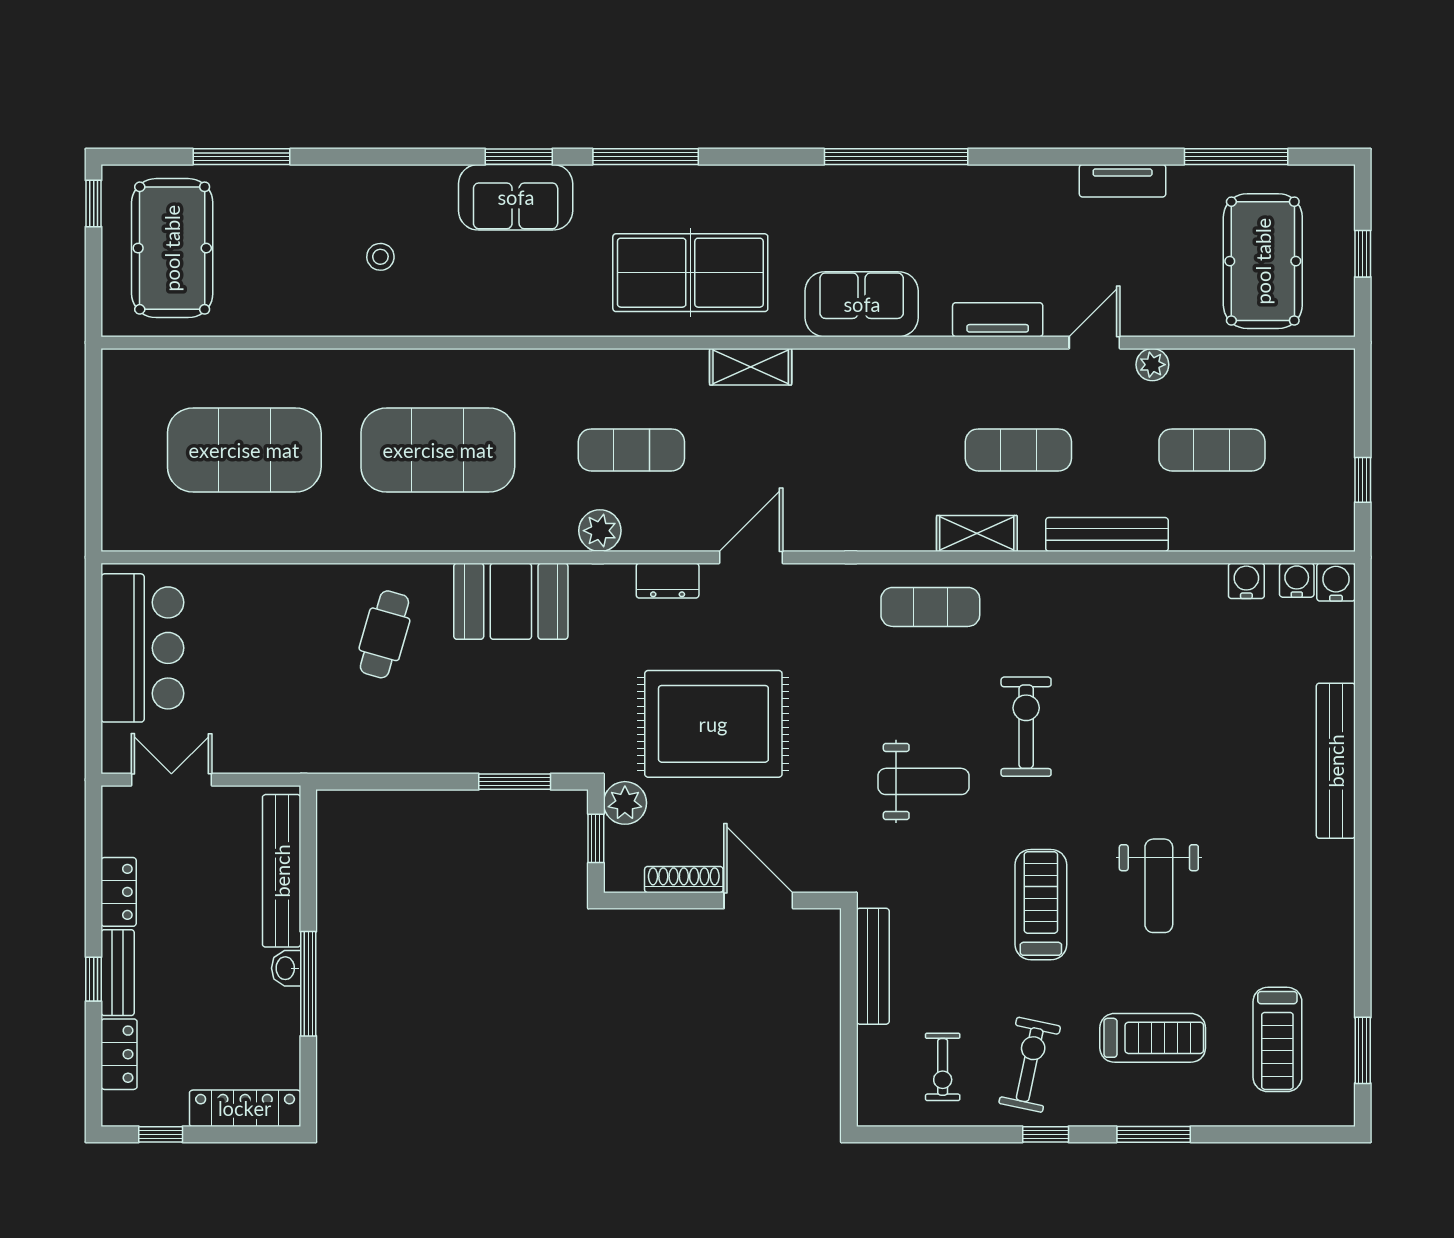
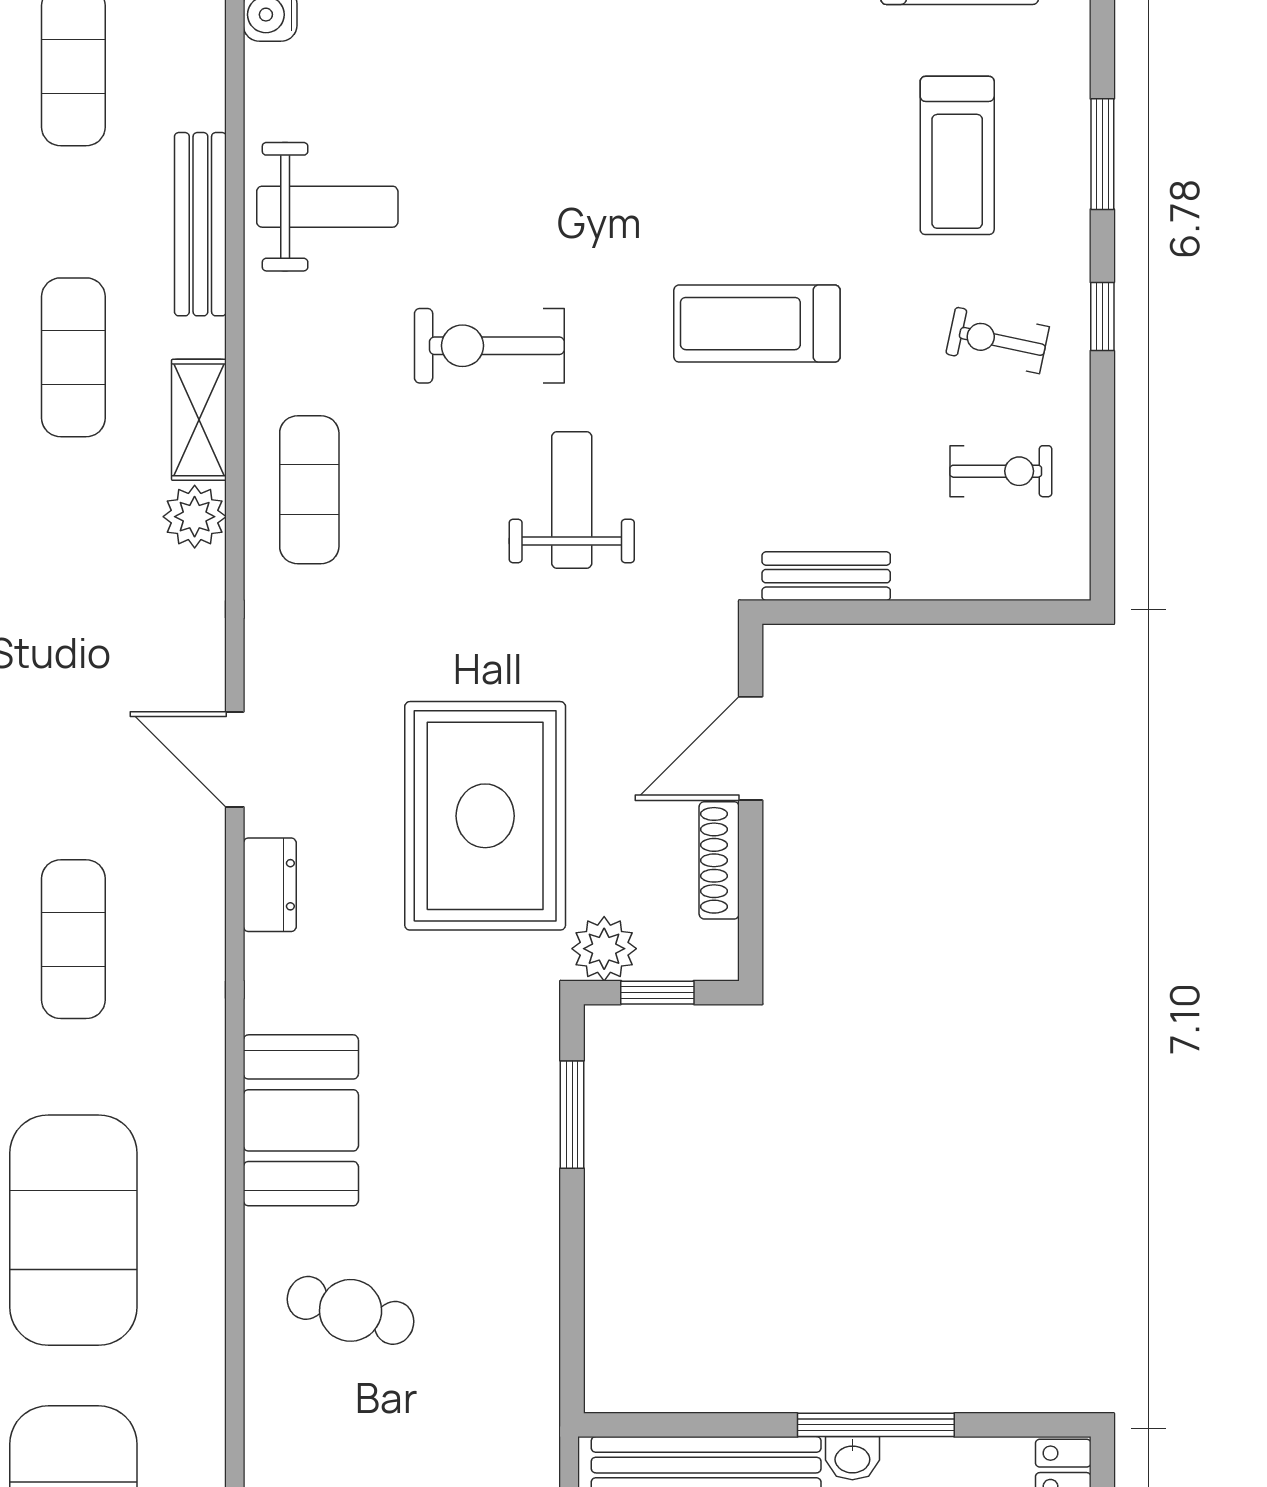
plant: (600, 531) -> (195, 517), moved
weight bench: (1159, 886) -> (327, 207), moved
bench: (873, 966) -> (826, 576), width x0.73
treadmill: (1153, 1038) -> (957, 155), turned 180
exercise bike: (1030, 1065) -> (998, 340), width x0.73, depth x0.72

